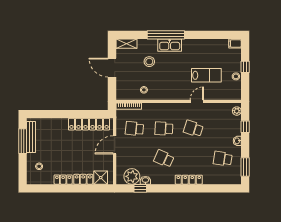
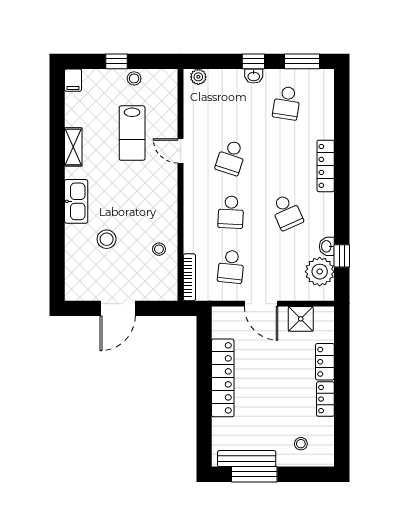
window: (166, 35) -> (57, 208), removed
shelving: (126, 44) -> (73, 147), moved
lab bench: (206, 75) -> (132, 133), turned 180
locker: (89, 124) -> (223, 378), moved
window: (245, 127) -> (253, 61), moved
school desk: (164, 159) -> (287, 212), turned -48
shower: (101, 178) -> (301, 319), moved

